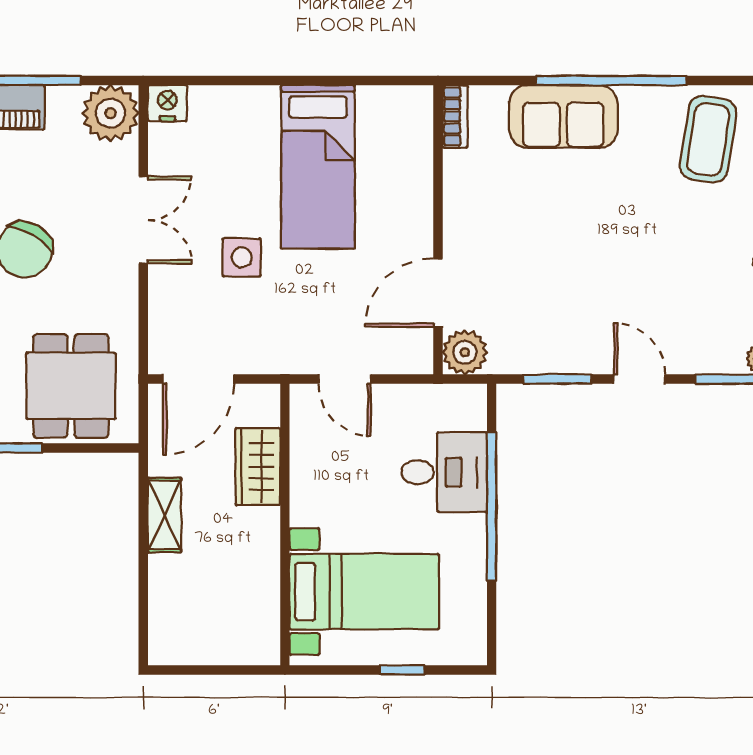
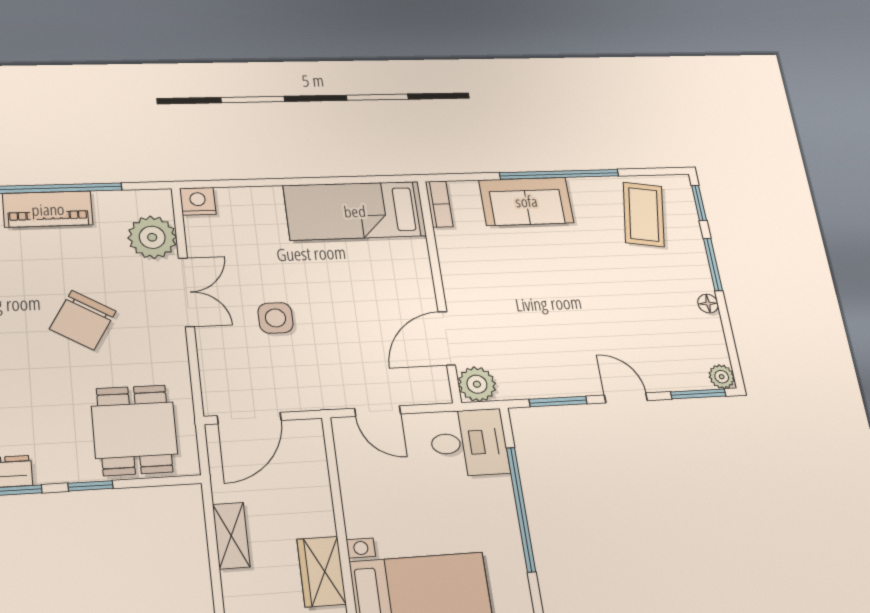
plant: (111, 113) -> (152, 237), moved
bed: (318, 167) -> (355, 211), moved, turned 90
wardrobe: (258, 467) -> (321, 572), moved
desk: (444, 472) -> (469, 443), moved

